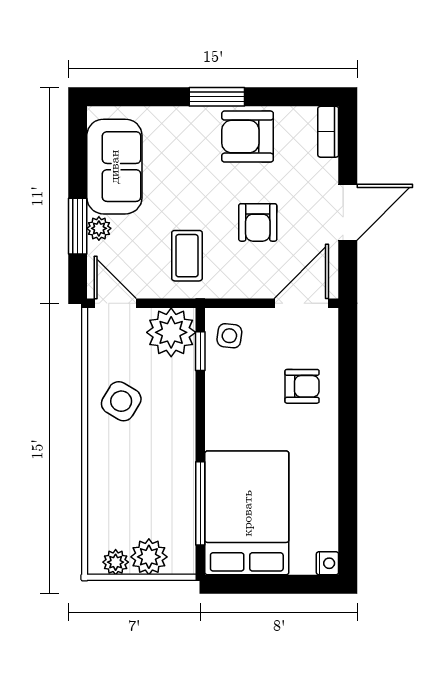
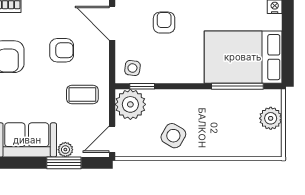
plant: (116, 562) -> (274, 139), removed

